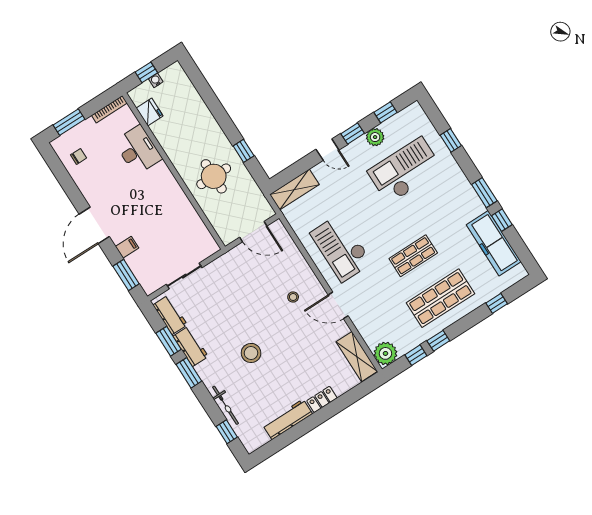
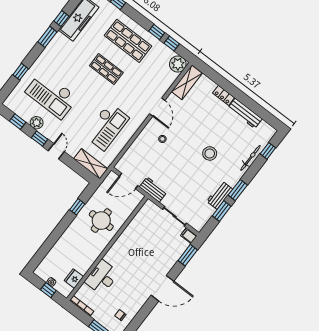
door: (253, 232) -> (129, 181), swing flipped
filing cabinet: (127, 247) -> (189, 236), moved
checkout: (341, 248) -> (107, 127), moved
workbench: (170, 315) -> (153, 190), moved, turned 90

